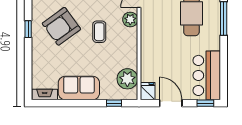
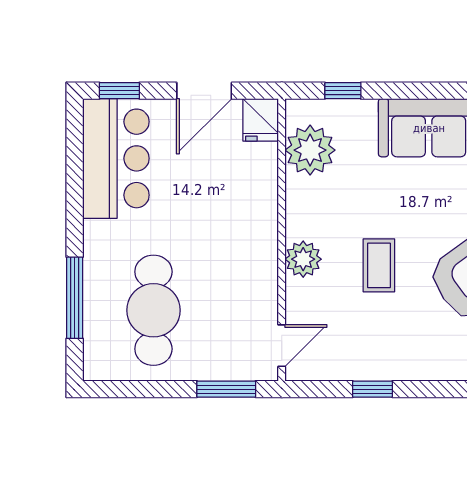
plant: (130, 20) -> (303, 259), moved
door: (171, 103) -> (204, 91), hinge flipped

